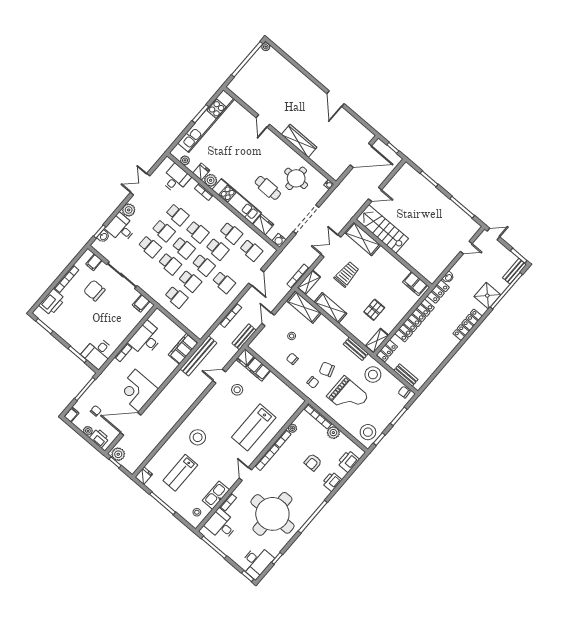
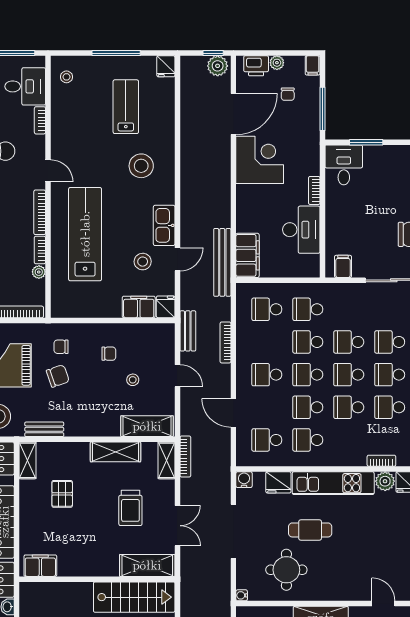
school desk: (196, 314) -> (267, 309), added
lab bench: (254, 427) -> (85, 234), width x1.36
kitchen sink: (216, 495) -> (164, 225), moved, turned 180

